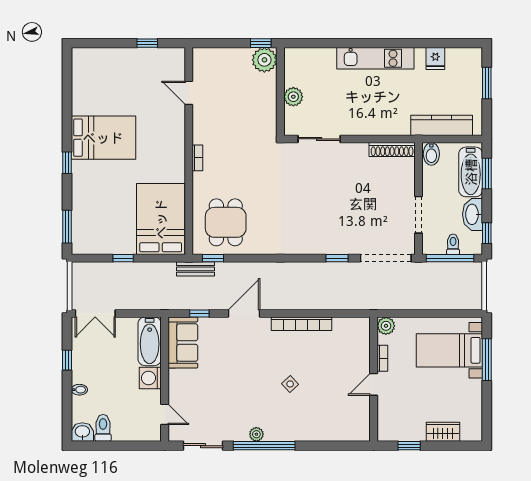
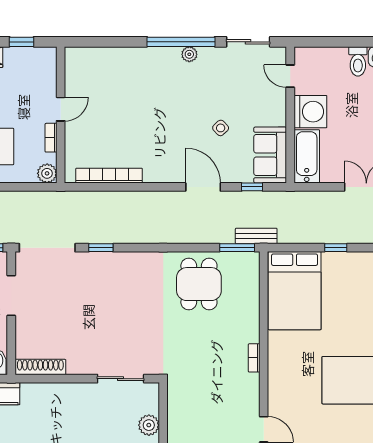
dining table: (226, 222) -> (199, 284), moved
window: (213, 258) -> (237, 248), width x1.50
door: (244, 313) -> (203, 187), swing flipped
bookcase: (301, 324) -> (109, 176), moved
washing machine: (150, 378) -> (310, 112), width x1.37, depth x1.37
side table: (290, 384) -> (221, 128), moved

